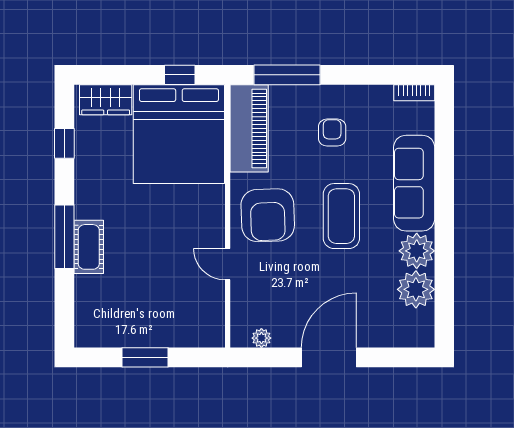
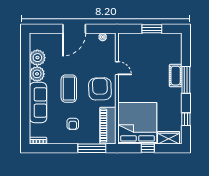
window: (180, 75) -> (148, 148), moved

